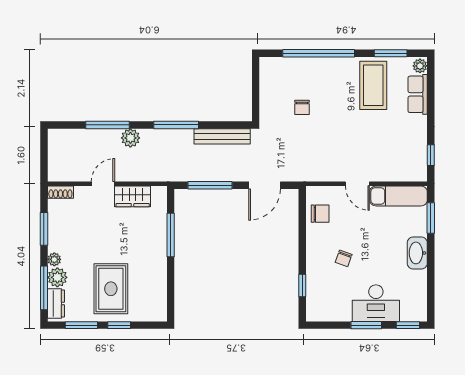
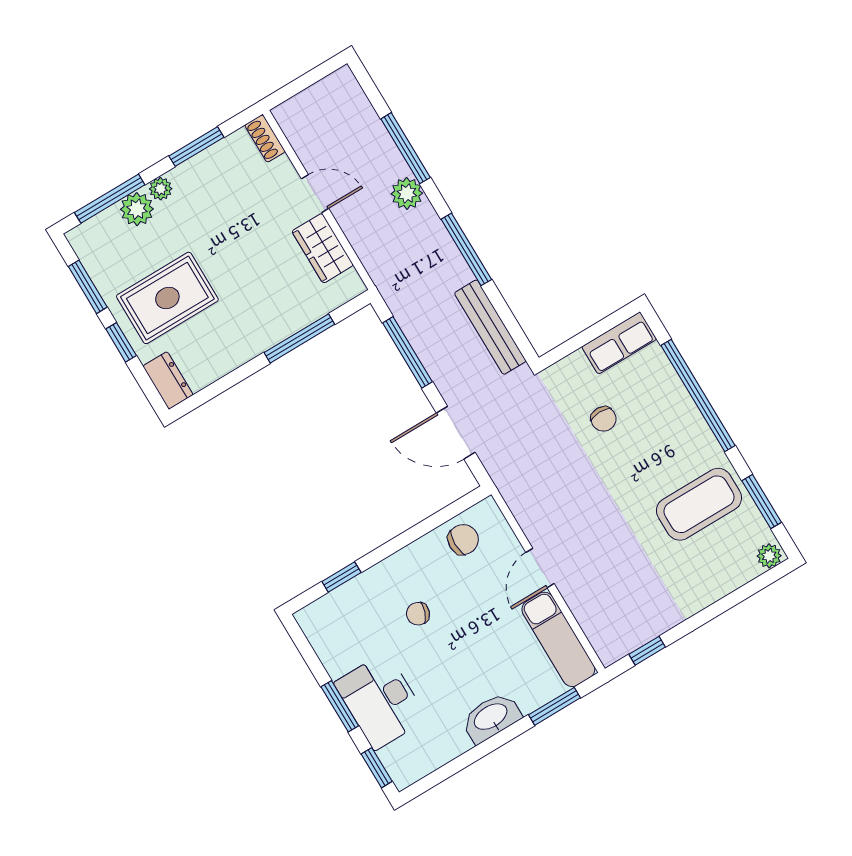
row of seats: (418, 94) -> (619, 343), moved, turned 180
chair: (302, 107) -> (604, 419), turned -90
chair: (320, 214) -> (463, 540), turned -90
dresser: (56, 303) -> (168, 380), moved, turned -90

